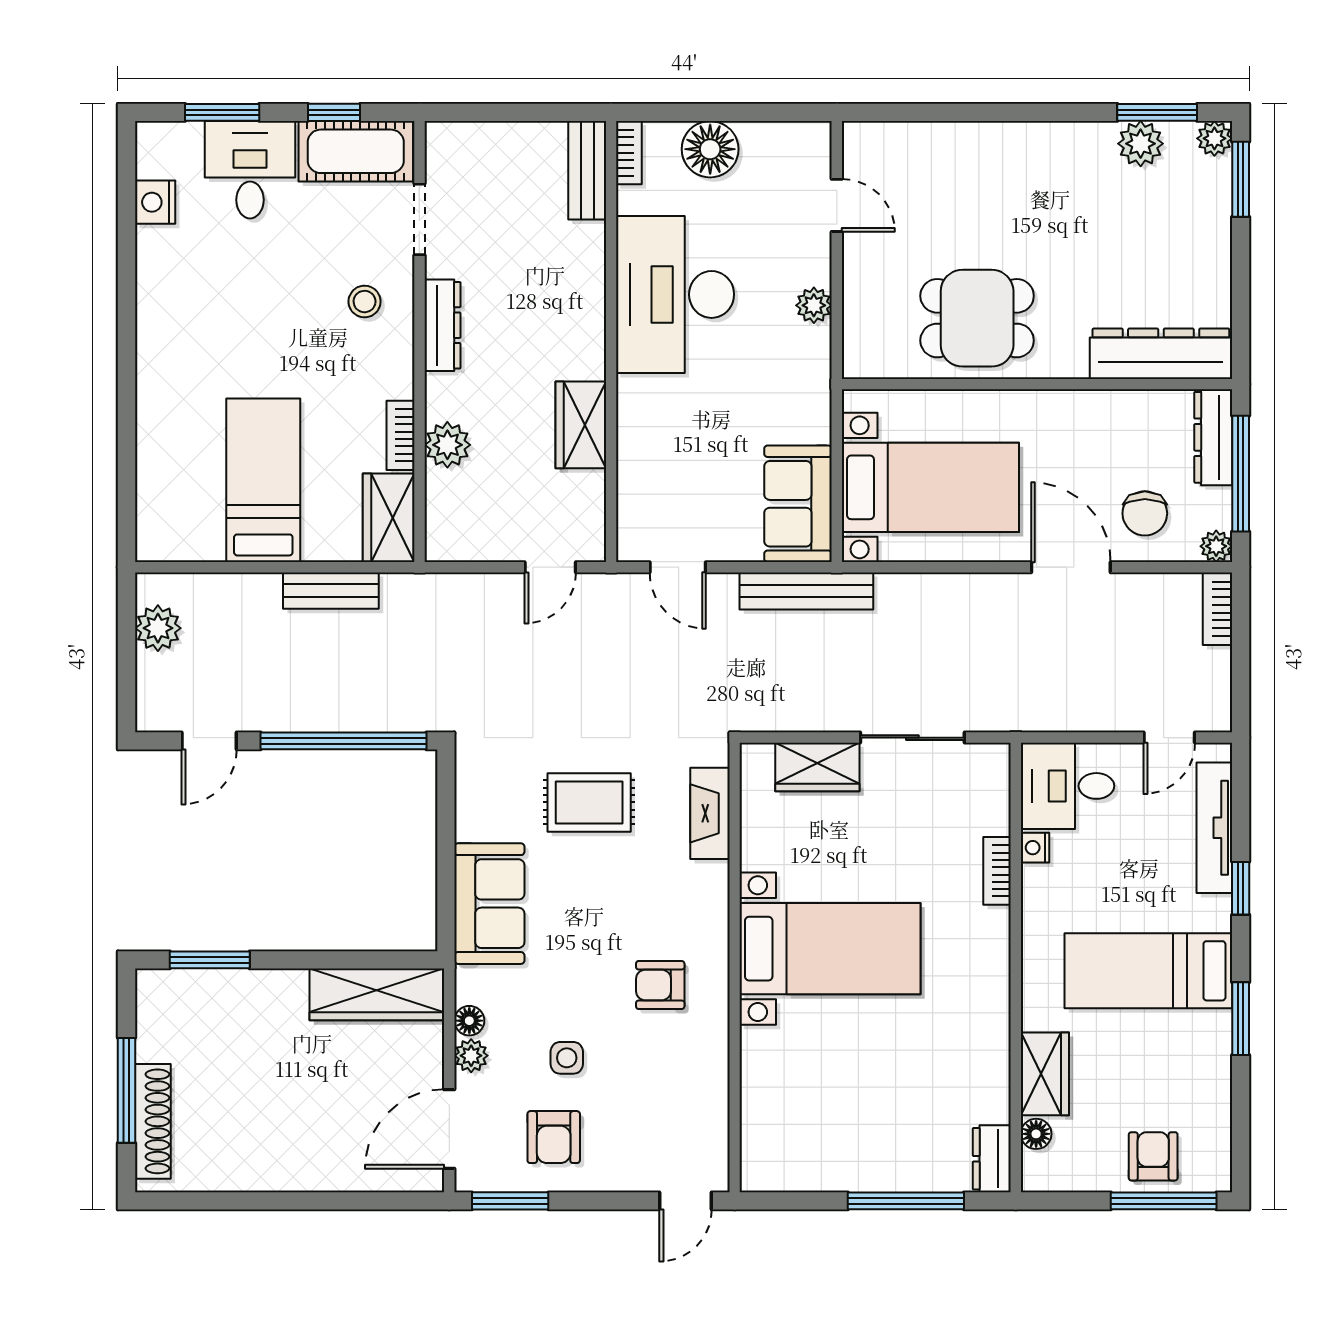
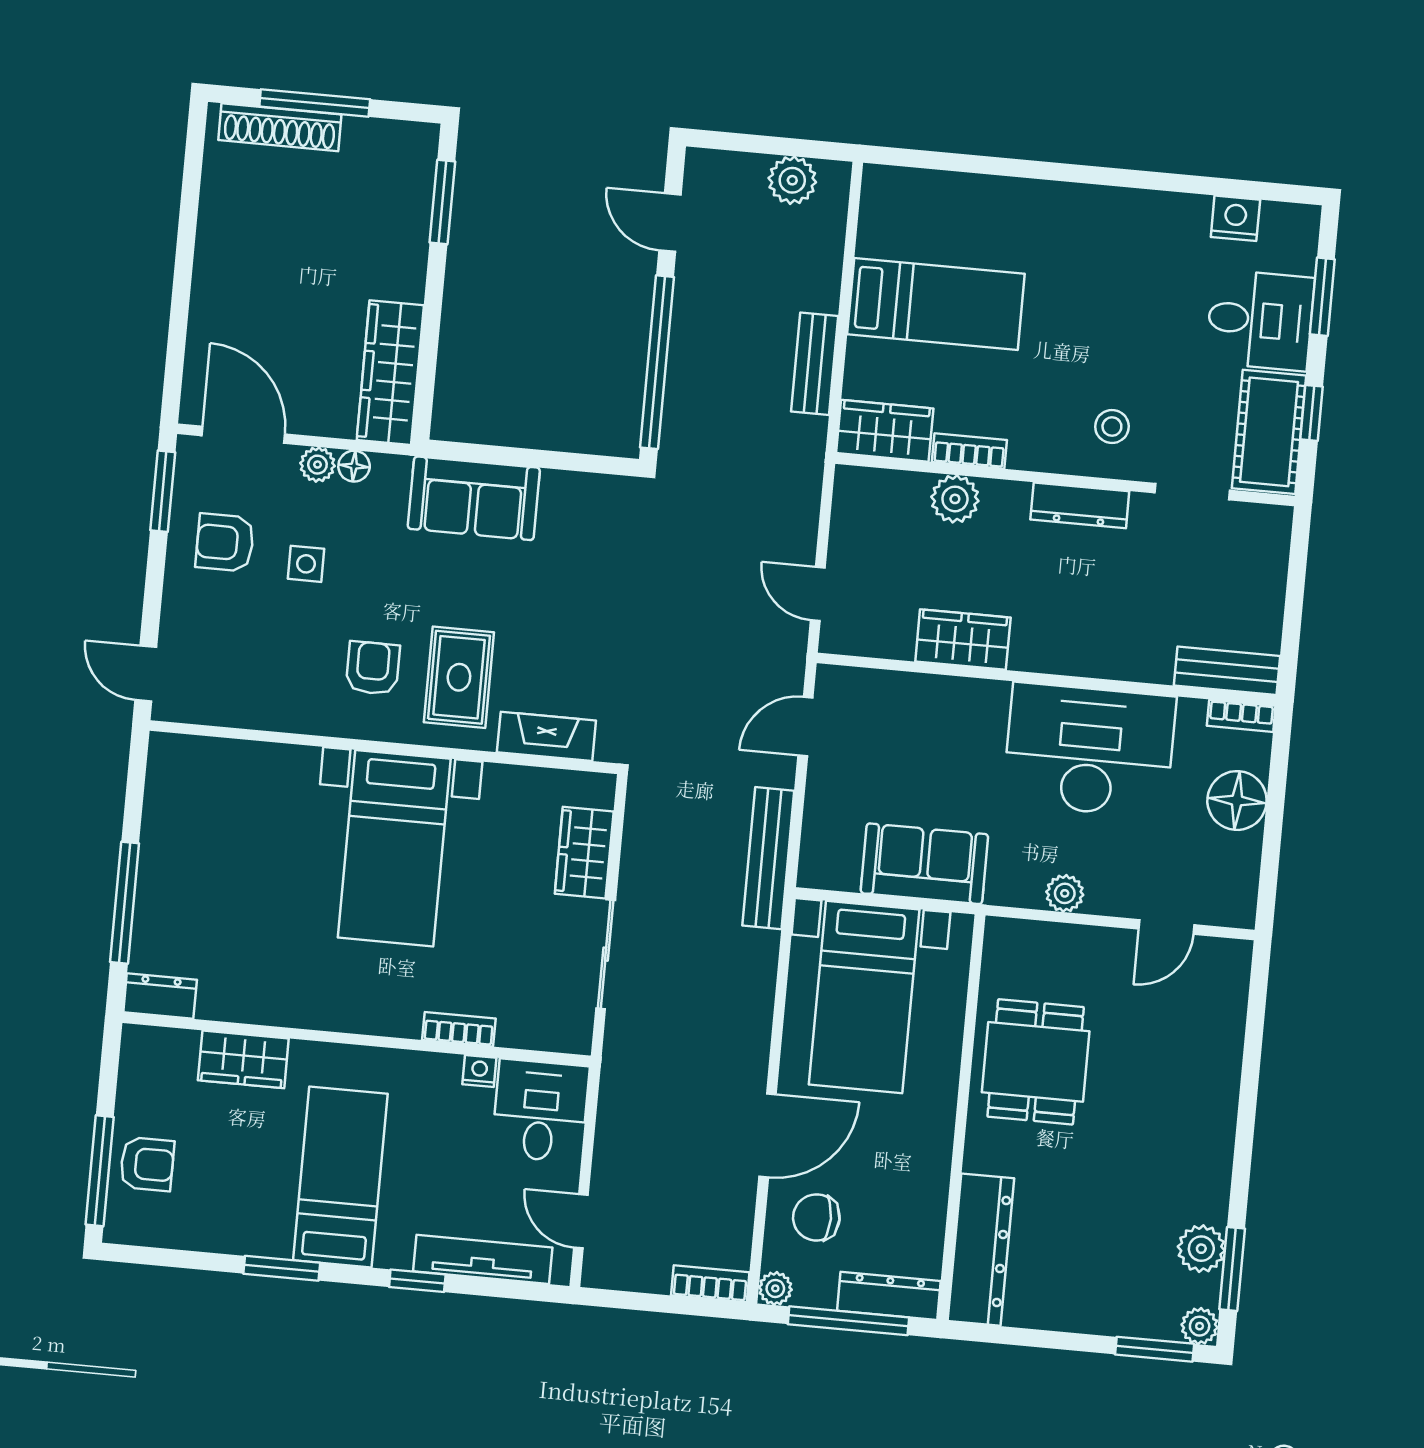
sofa: (798, 504) -> (924, 864), moved
rug: (589, 802) -> (459, 677), moved
floor lamp: (1036, 1134) -> (182, 1044), removed

